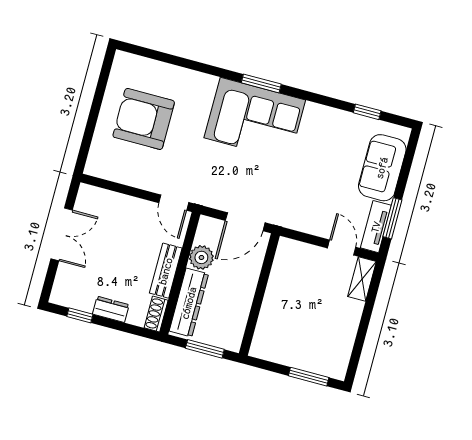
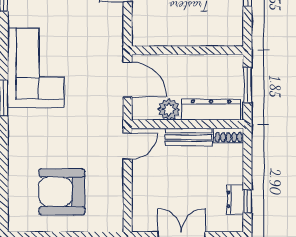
armchair: (144, 119) -> (62, 192), turned 90
corner sofa: (255, 119) -> (36, 68), moved
dresser: (111, 309) -> (235, 199), moved

